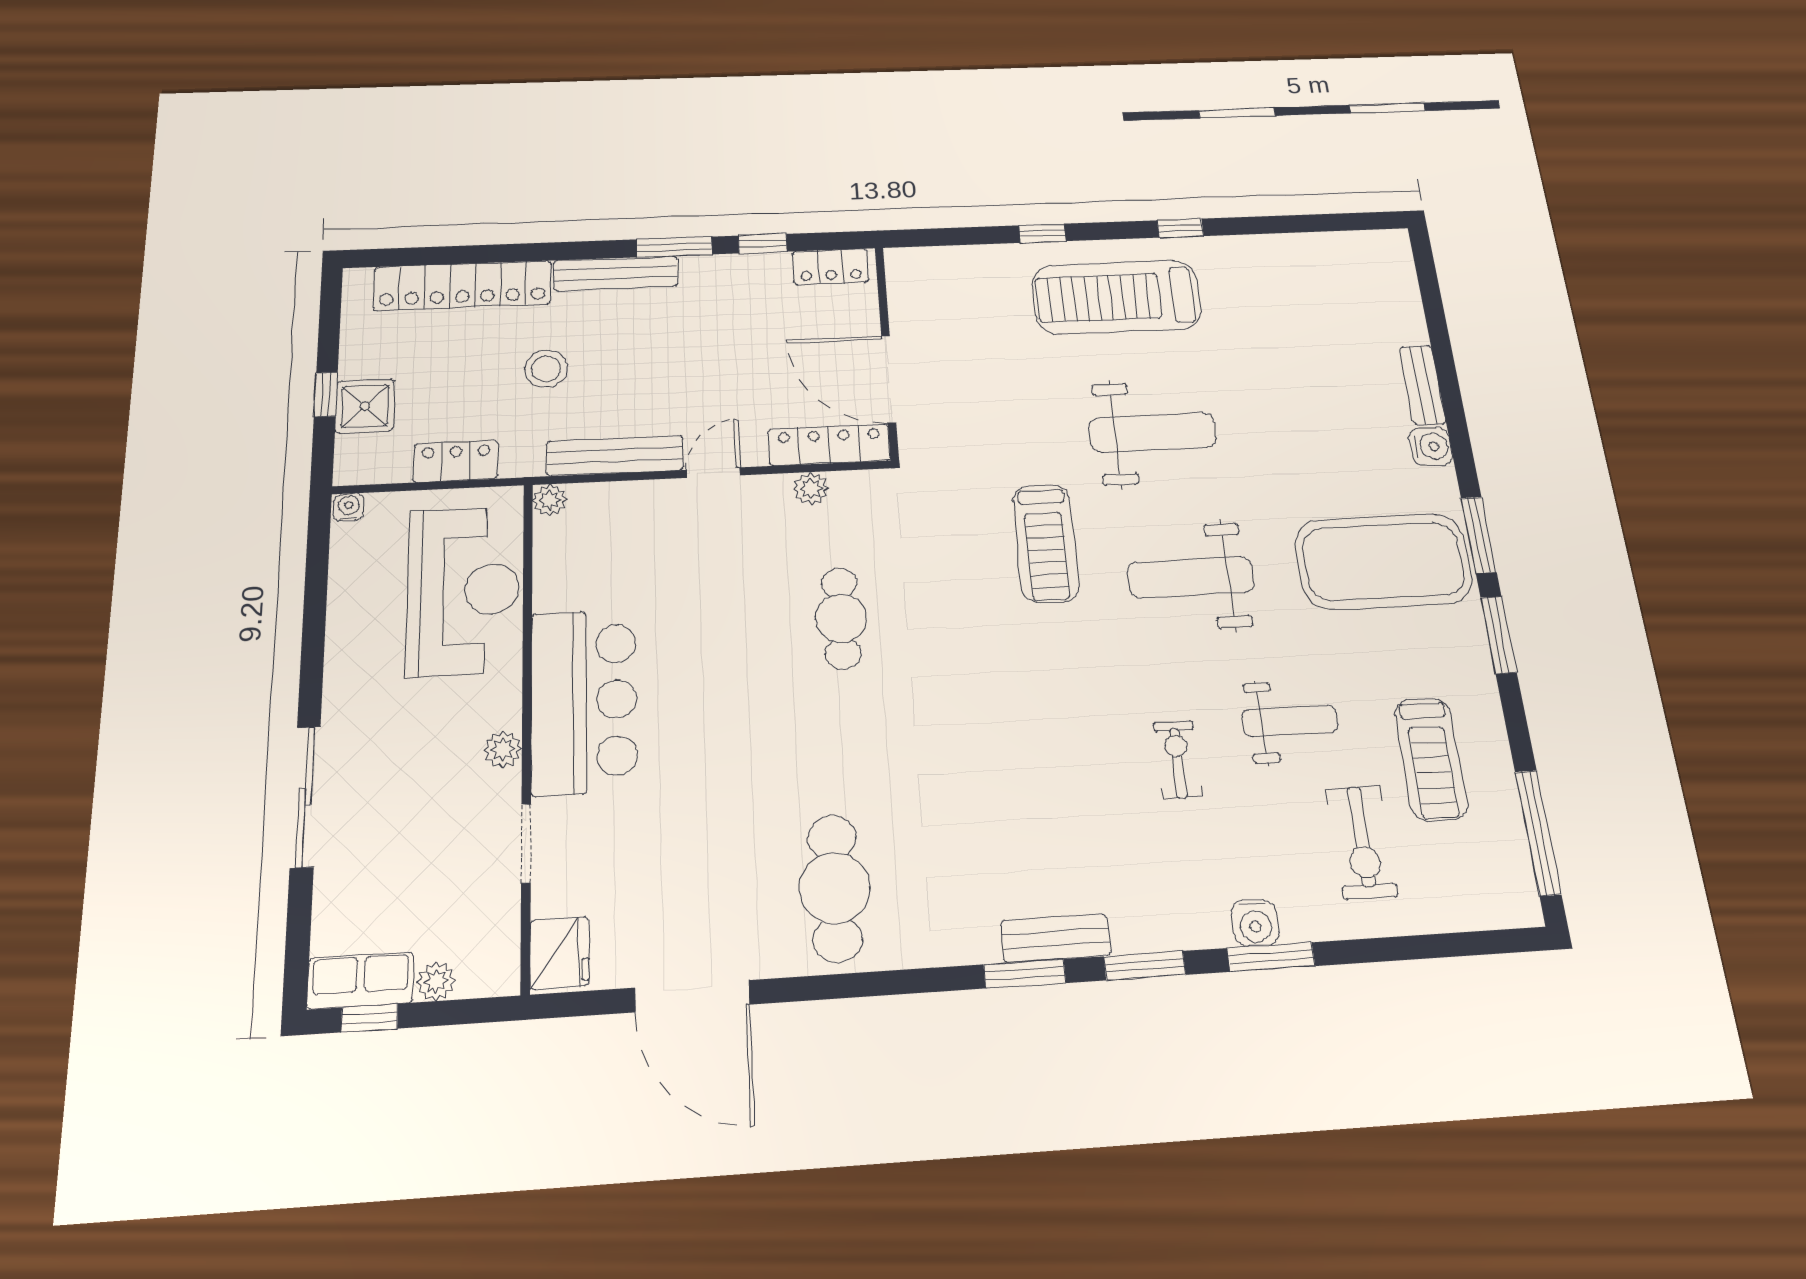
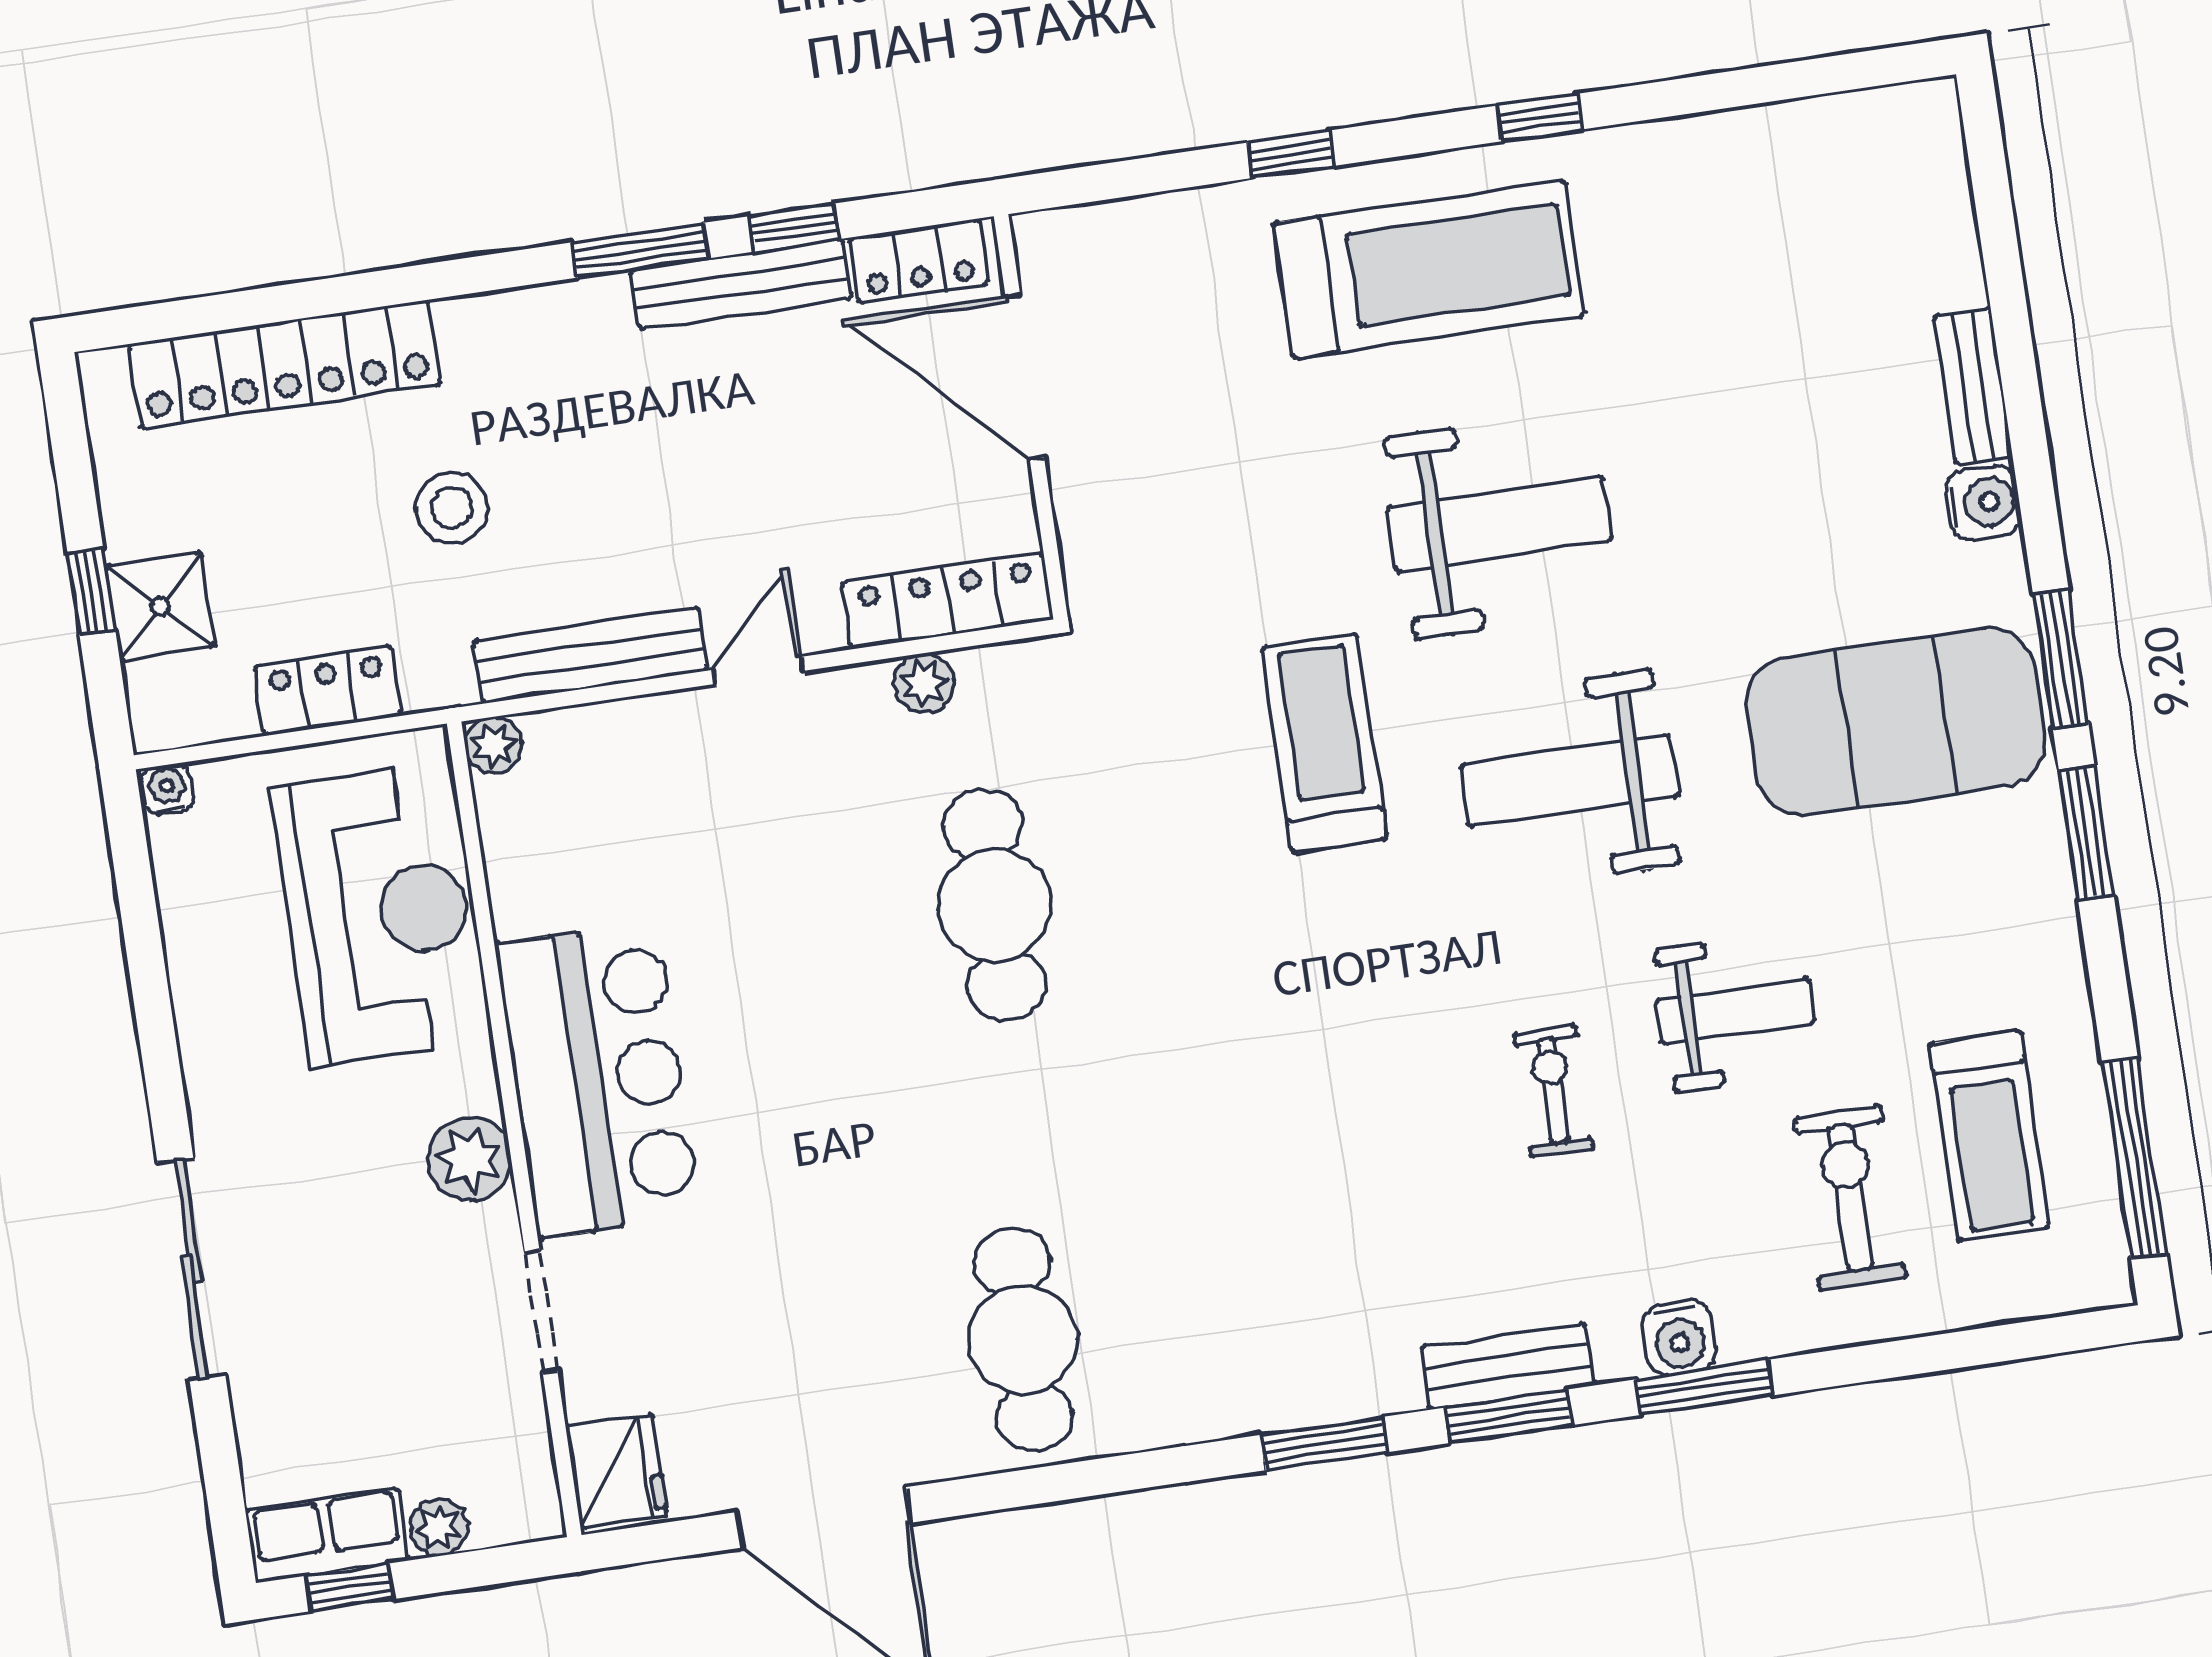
bench: (616, 273) -> (741, 284), moved
treadmill: (1117, 297) -> (1429, 269), turned 180
door: (889, 379) -> (1025, 377), moved
treadmill: (1046, 543) -> (1324, 743), turned 180
cafe table: (841, 618) -> (994, 905), width x1.37, depth x1.35
plant: (503, 749) -> (470, 1159), width x1.38, depth x1.38
treadmill: (1431, 759) -> (1989, 1135), moved
exercise bike: (1362, 842) -> (1850, 1198), turned 180
bench: (1056, 938) -> (1508, 1366), moved

